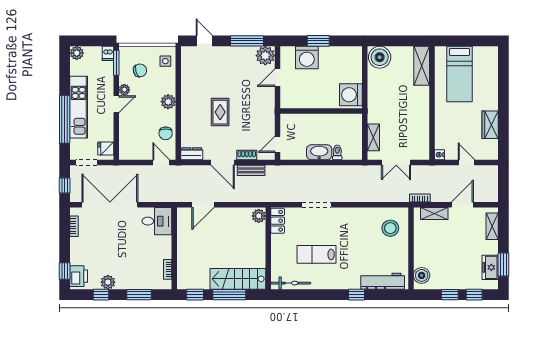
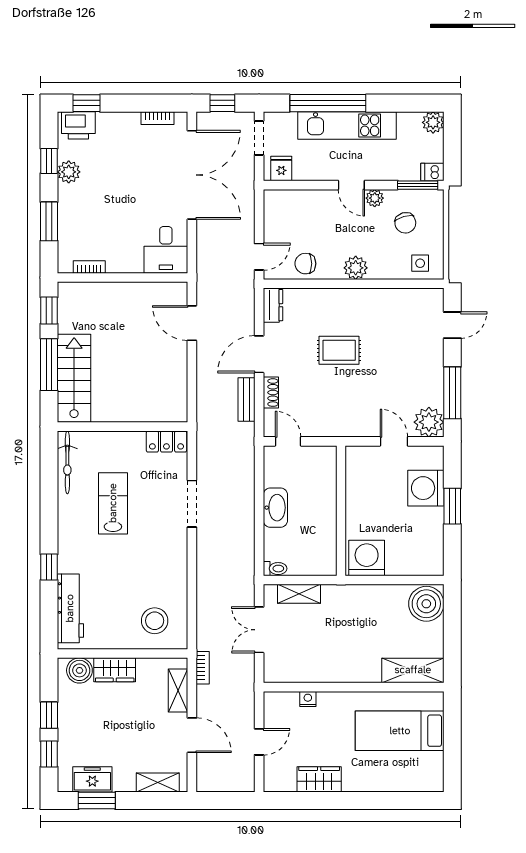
toilet: (337, 152) -> (275, 569), moved
nightstand: (440, 155) -> (308, 699), moved
plant: (259, 216) -> (174, 412), removed
wardrobe: (421, 253) -> (115, 670), added

